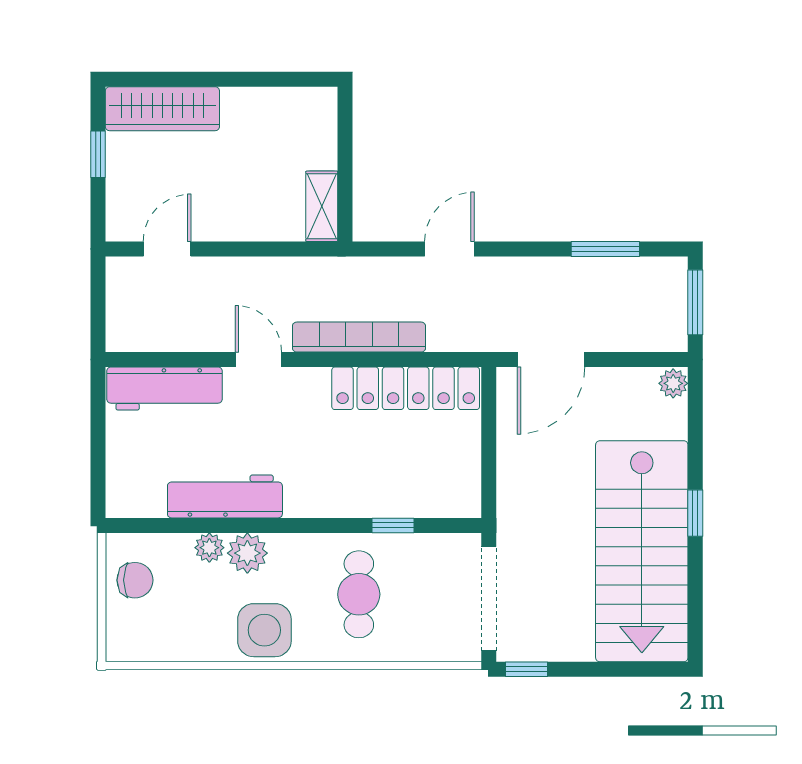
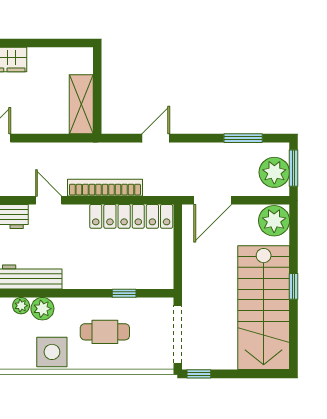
shelving: (322, 206) -> (81, 104), width x1.50, depth x1.33
plant: (661, 310) -> (274, 172), added
plant: (673, 383) -> (274, 221), width x1.88, depth x1.88
cafe table: (359, 594) -> (105, 332), turned 90

